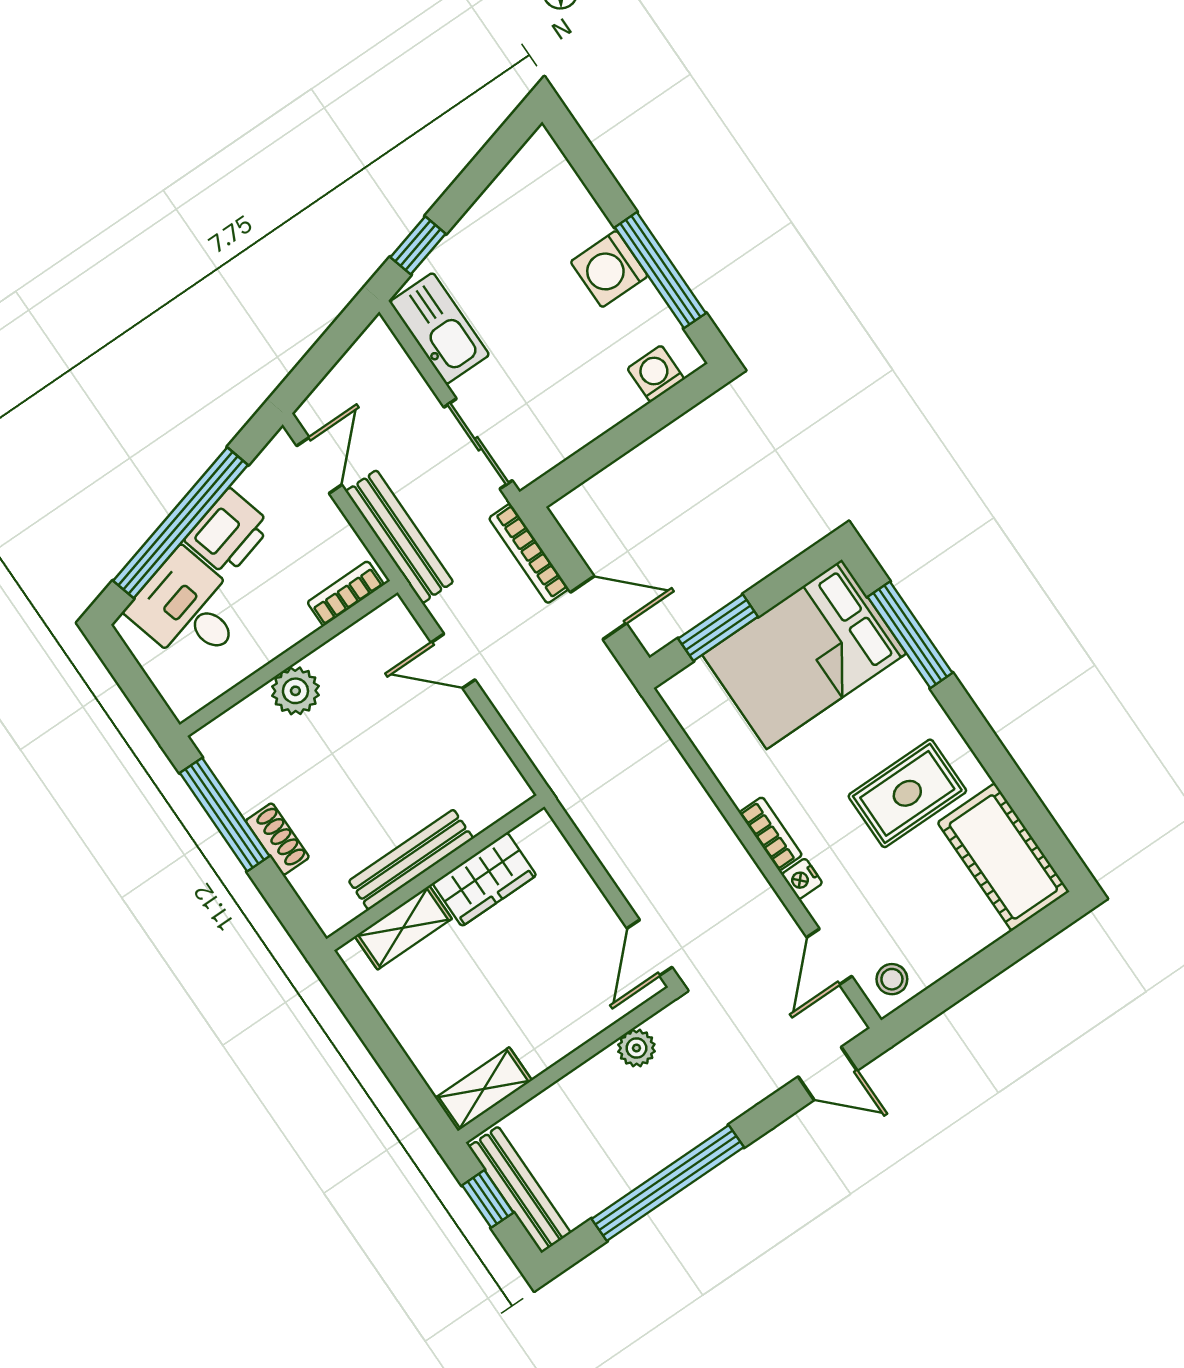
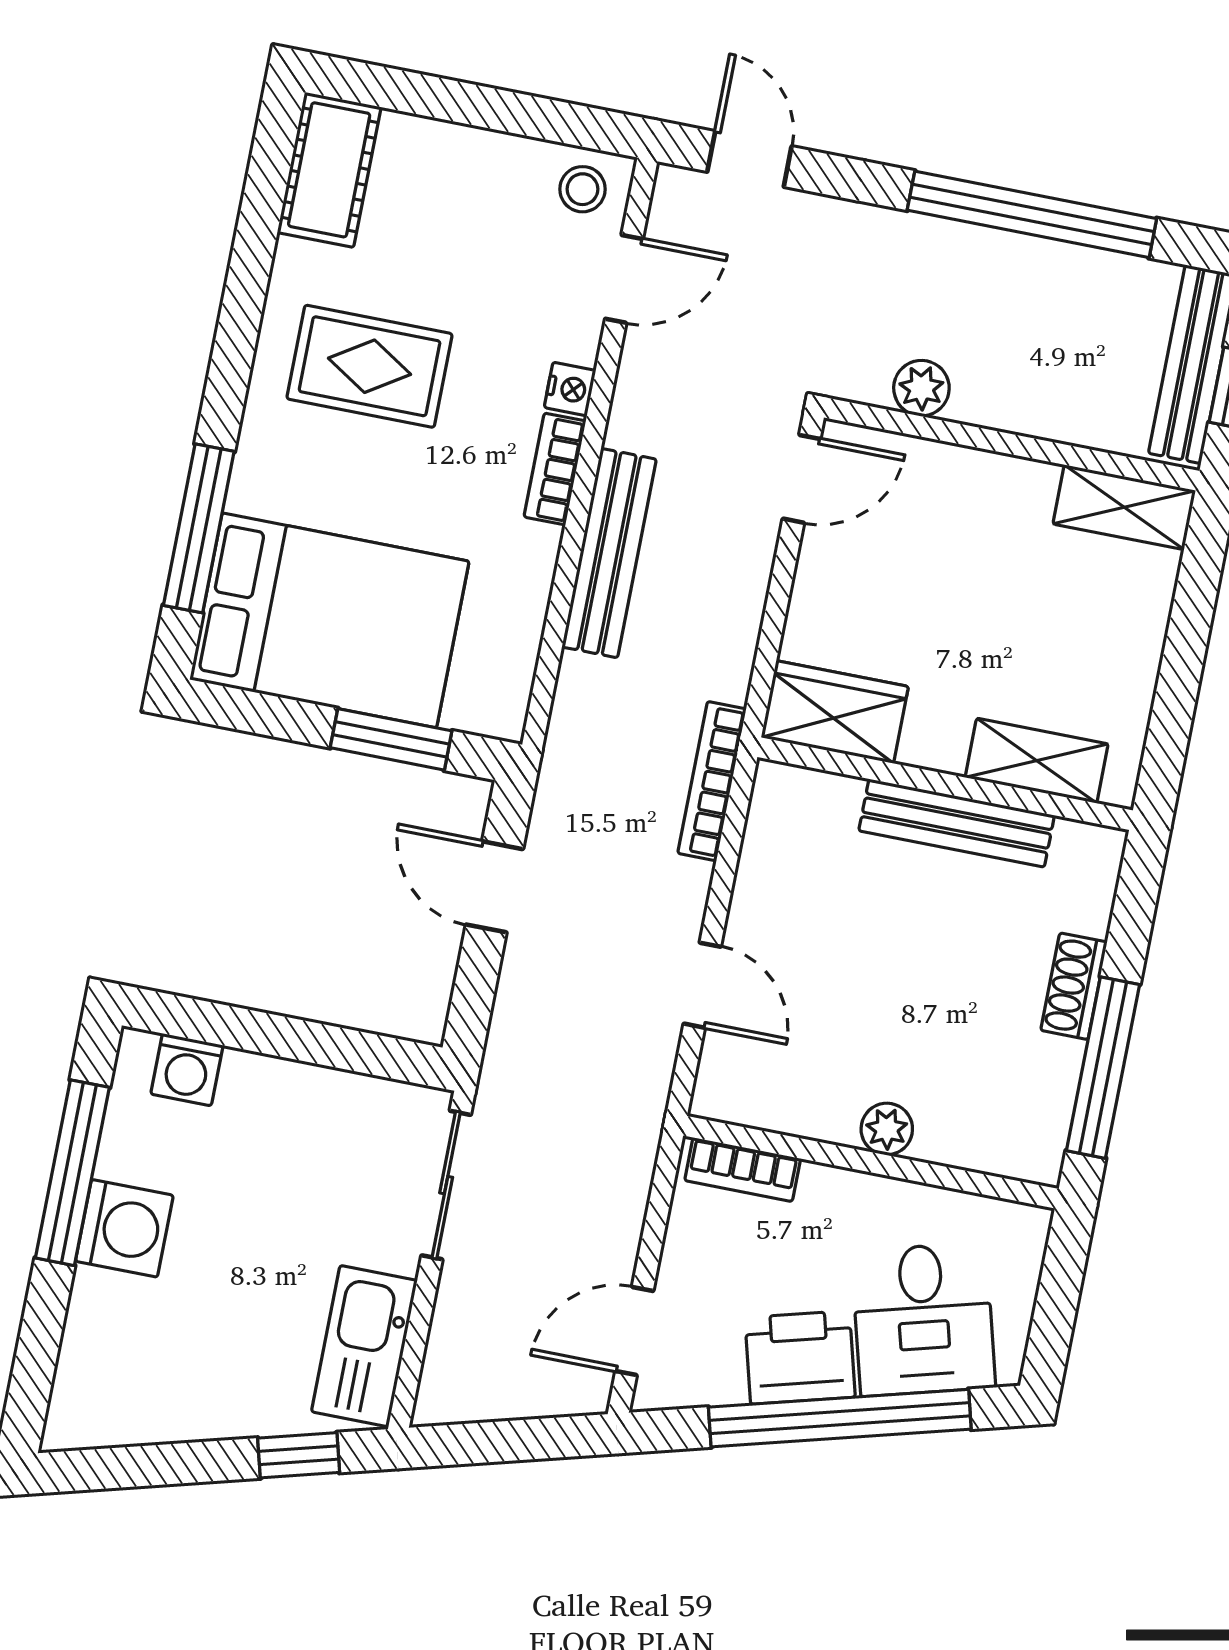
bench: (399, 537) -> (609, 553), moved
bookcase: (529, 553) -> (712, 781), moved, turned 180
plant: (295, 691) -> (887, 1129), width x0.73, depth x0.73
cot: (1003, 857) -> (329, 170), width x0.73, depth x0.75
wardrobe: (484, 879) -> (835, 712), moved

